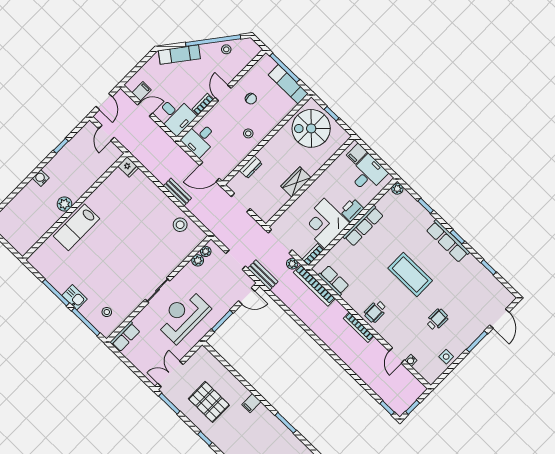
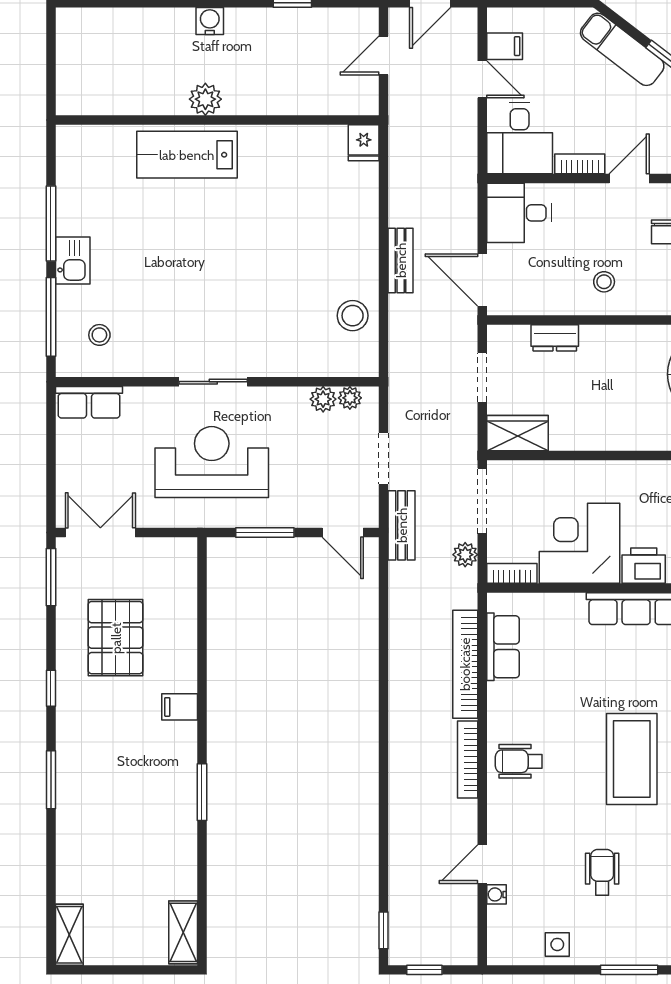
wardrobe: (296, 182) -> (517, 433), moved
bookcase: (314, 285) -> (465, 664), moved
wheelchair: (437, 320) -> (602, 872), turned -91

